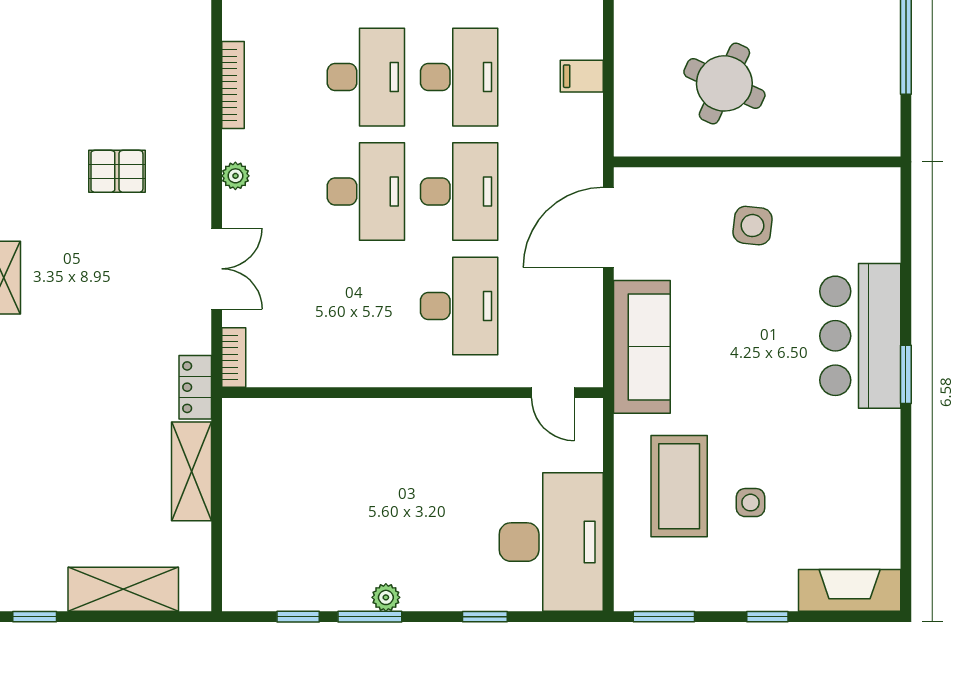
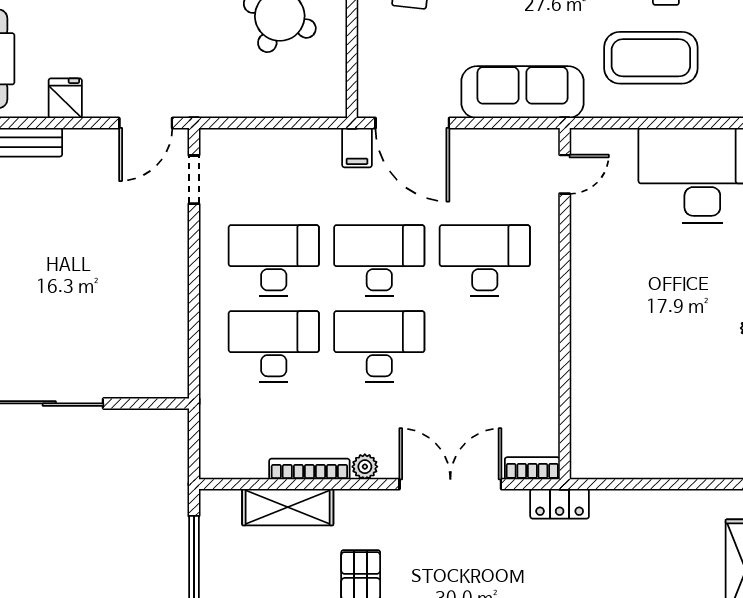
filing cabinet: (582, 76) -> (357, 148), moved
bookcase: (233, 85) -> (309, 469), moved
double door: (217, 269) -> (450, 484), width x1.37
shelving: (191, 471) -> (288, 507), moved

